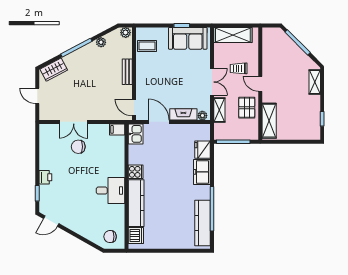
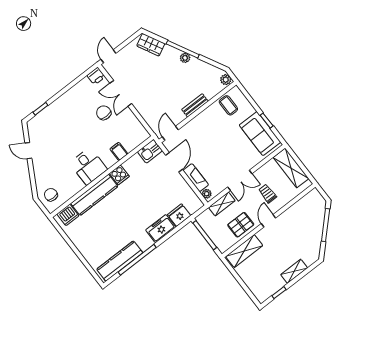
plant: (101, 42) -> (185, 58), moved
shelving: (315, 82) -> (294, 271), moved
door: (37, 96) -> (108, 56), moved
filing cabinet: (117, 129) -> (119, 151), moved
printer: (45, 177) -> (96, 76), moved
door: (51, 221) -> (28, 151), moved

